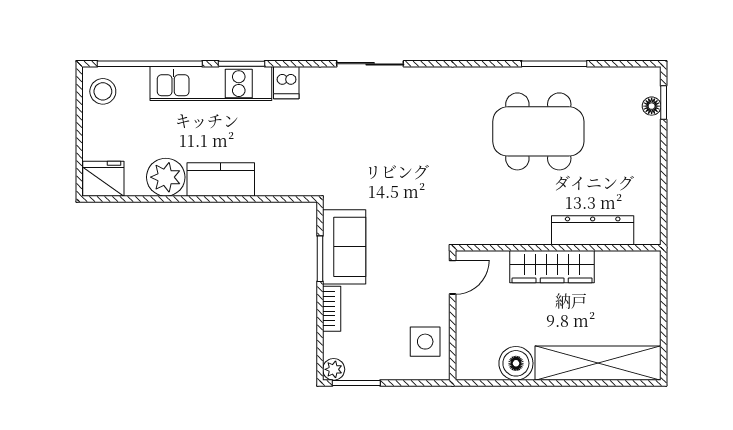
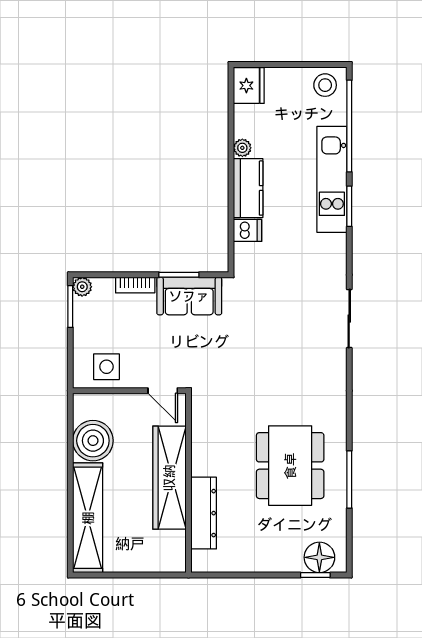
dishwasher: (286, 83) -> (248, 230), moved, turned 180
floor lamp: (652, 106) -> (319, 557), width x1.89, depth x1.89
plant: (166, 177) -> (242, 148), width x0.53, depth x0.53
wardrobe: (552, 267) -> (169, 478), width x1.40, depth x1.17
boiler: (516, 363) -> (93, 441), width x1.37, depth x1.37

